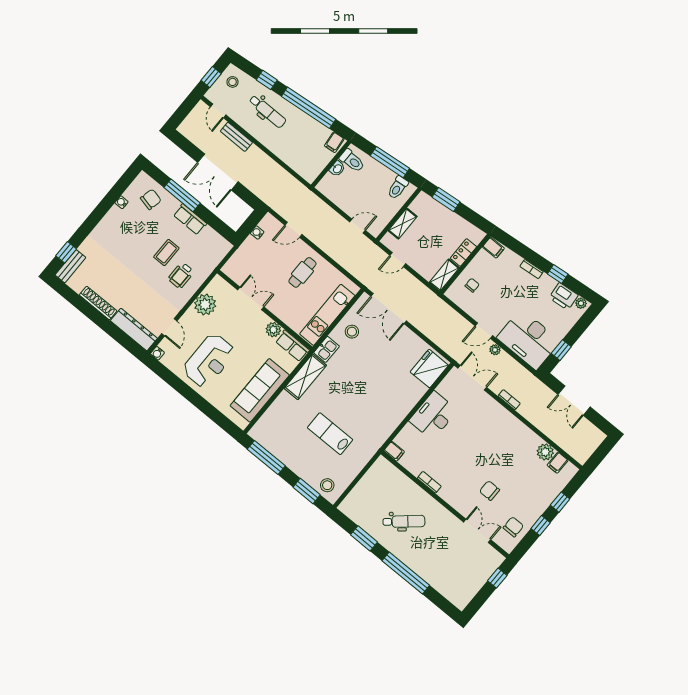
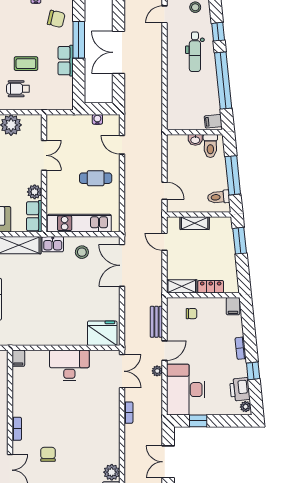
bench: (236, 137) -> (156, 322), moved
door: (484, 331) -> (165, 351), swing flipped
bookcase: (429, 482) -> (17, 429), moved

